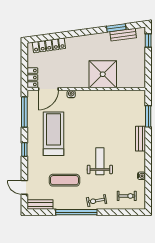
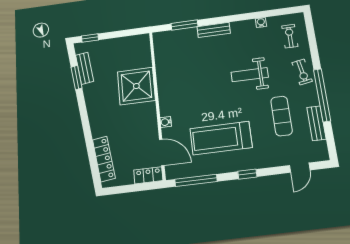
bench: (40, 204) -> (316, 123), moved

